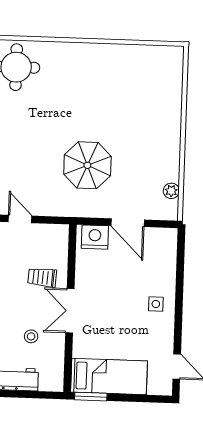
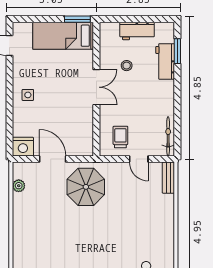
parasol: (87, 165) -> (86, 187), moved
nightstand: (95, 237) -> (23, 147), moved
trolley: (42, 277) -> (120, 137), moved, turned -94

